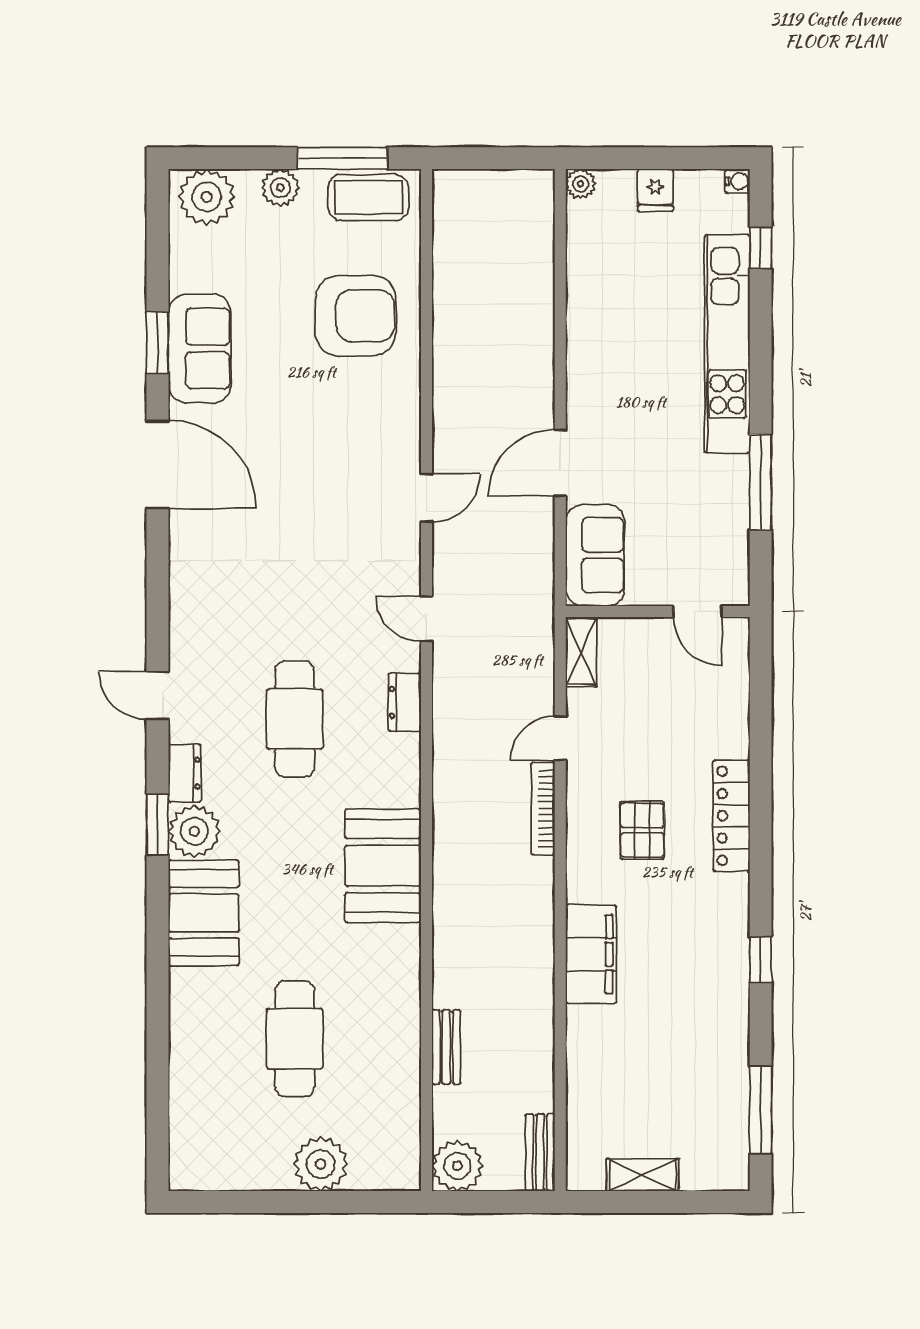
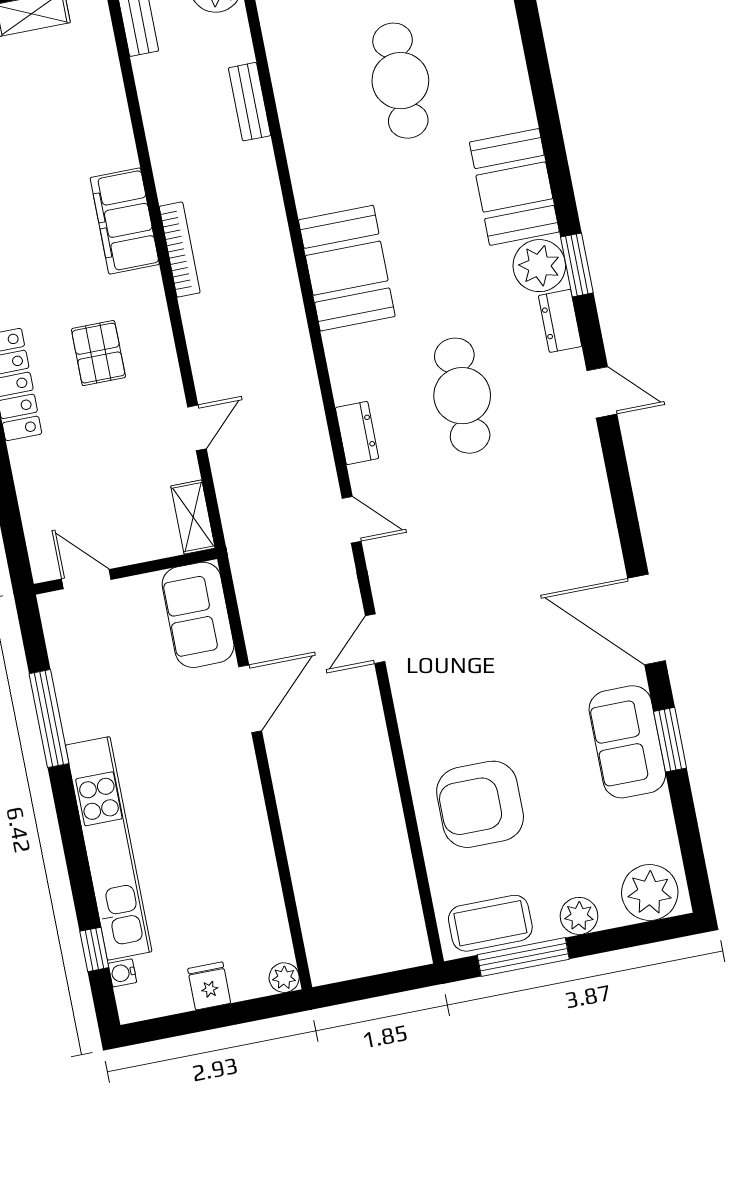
water cooler: (738, 181) -> (122, 973), moved
bookcase: (543, 808) -> (180, 250), moved

